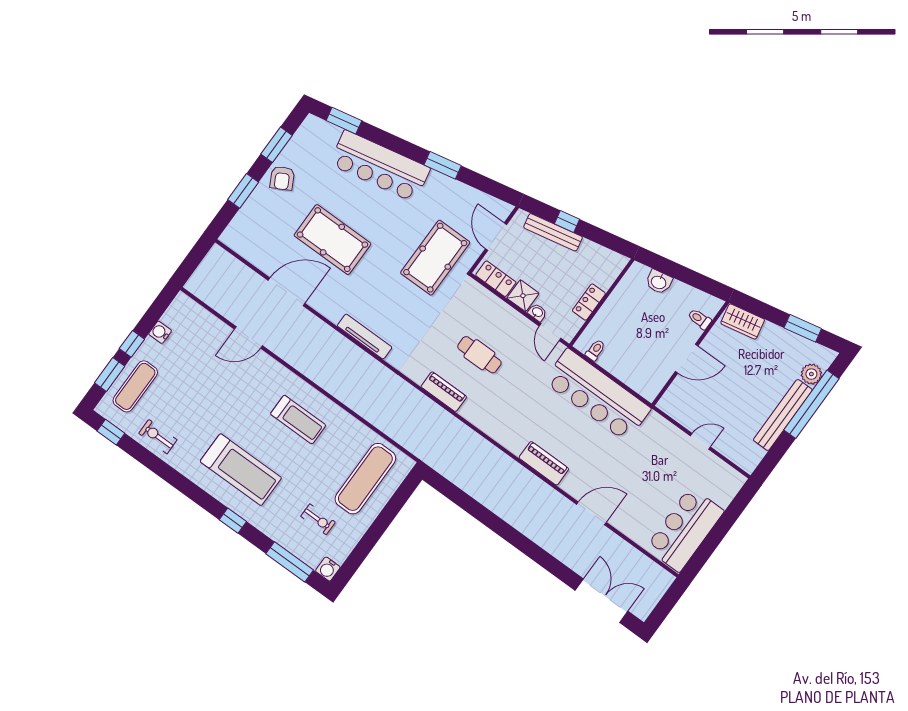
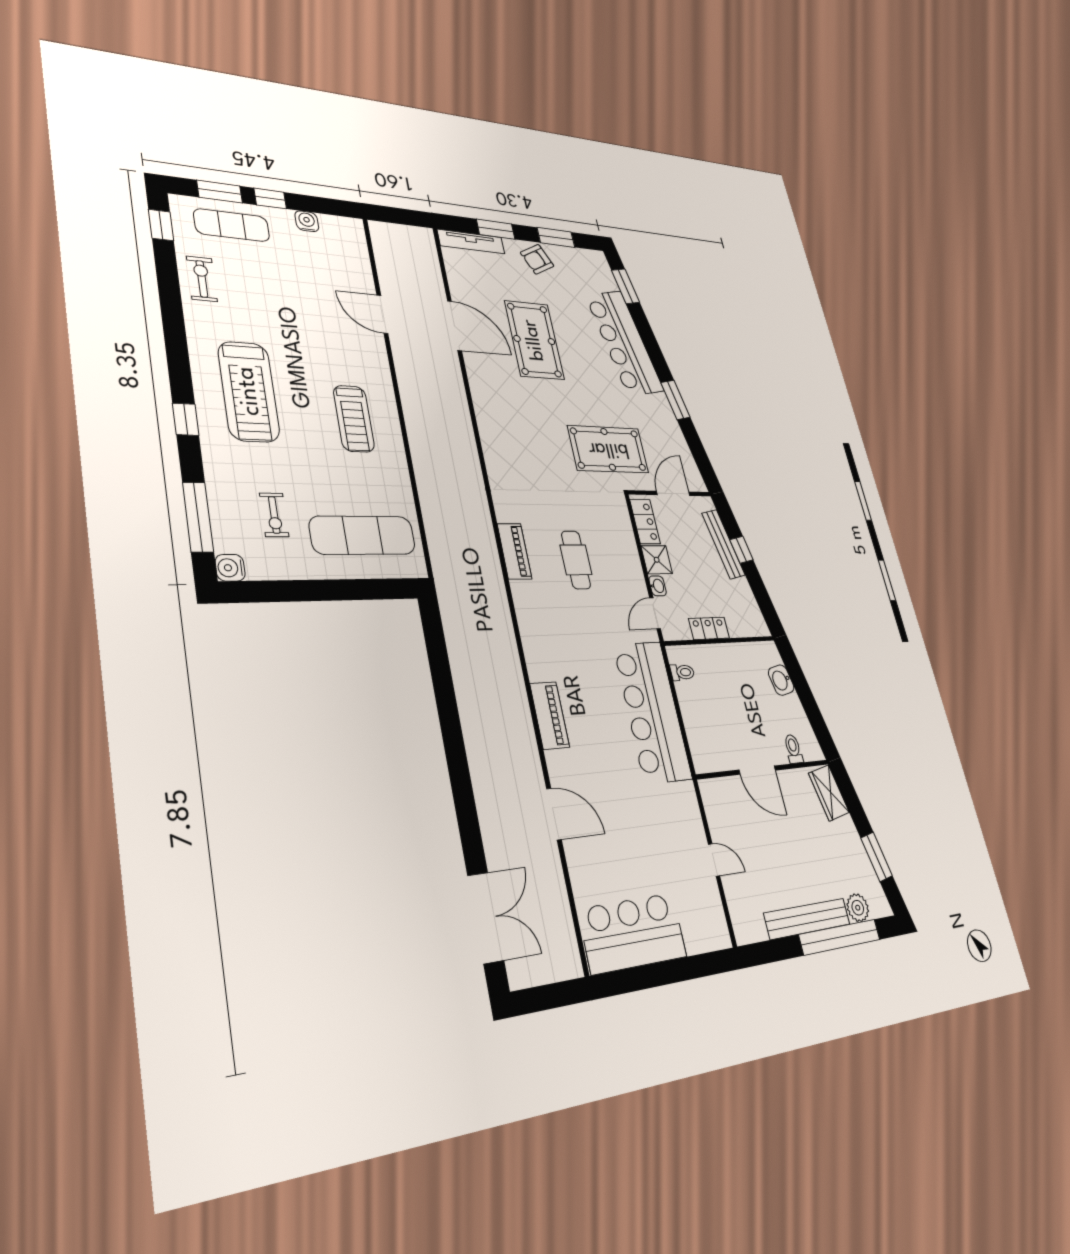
tv unit: (365, 337) -> (471, 242), moved, turned 90

